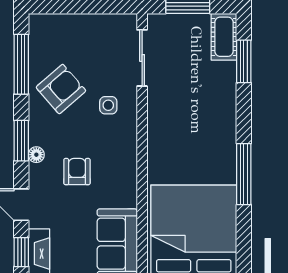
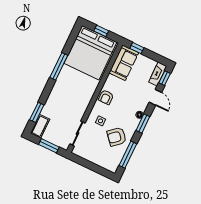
armchair: (77, 172) -> (106, 97), moved

